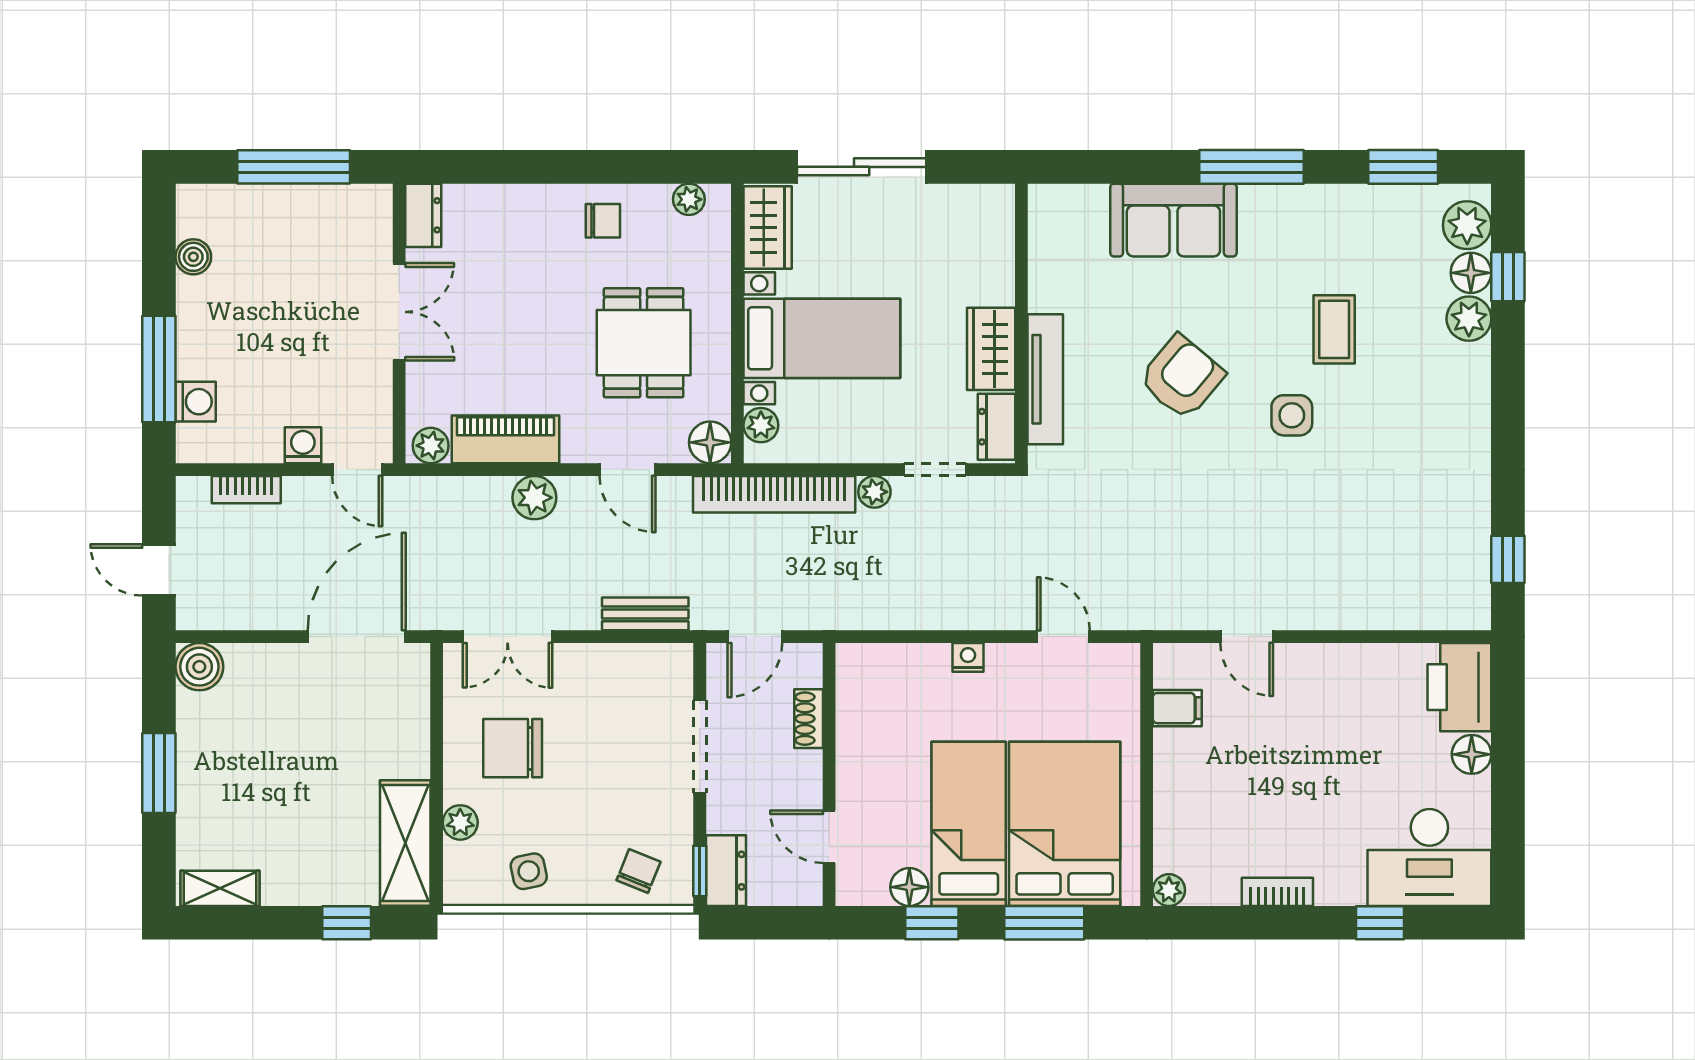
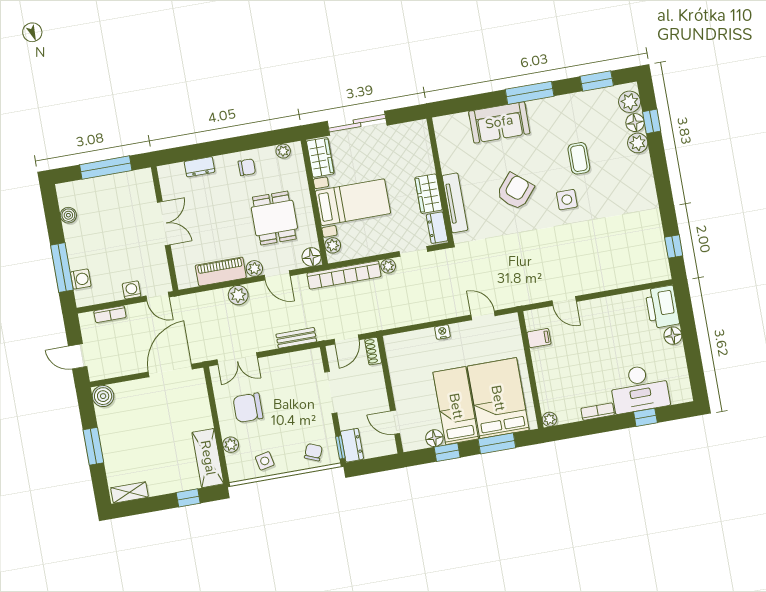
dresser: (423, 215) -> (199, 167), moved, turned 90
plant: (431, 446) -> (254, 268), moved
shoe rack: (809, 719) -> (373, 351), moved
desk: (1429, 858) -> (639, 389), moved

